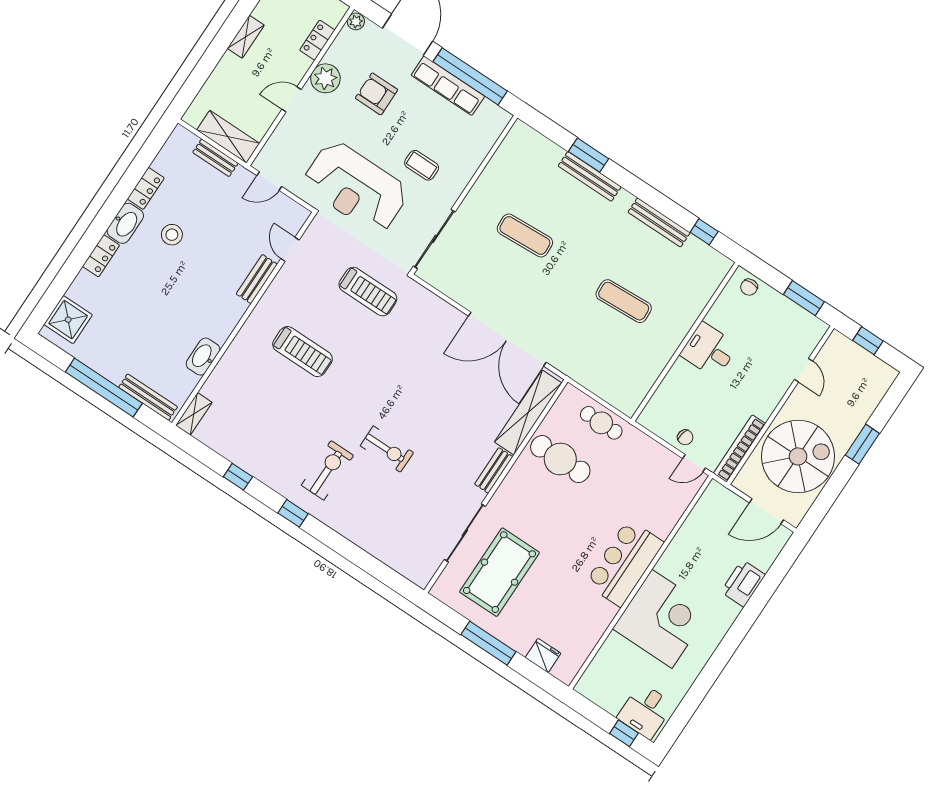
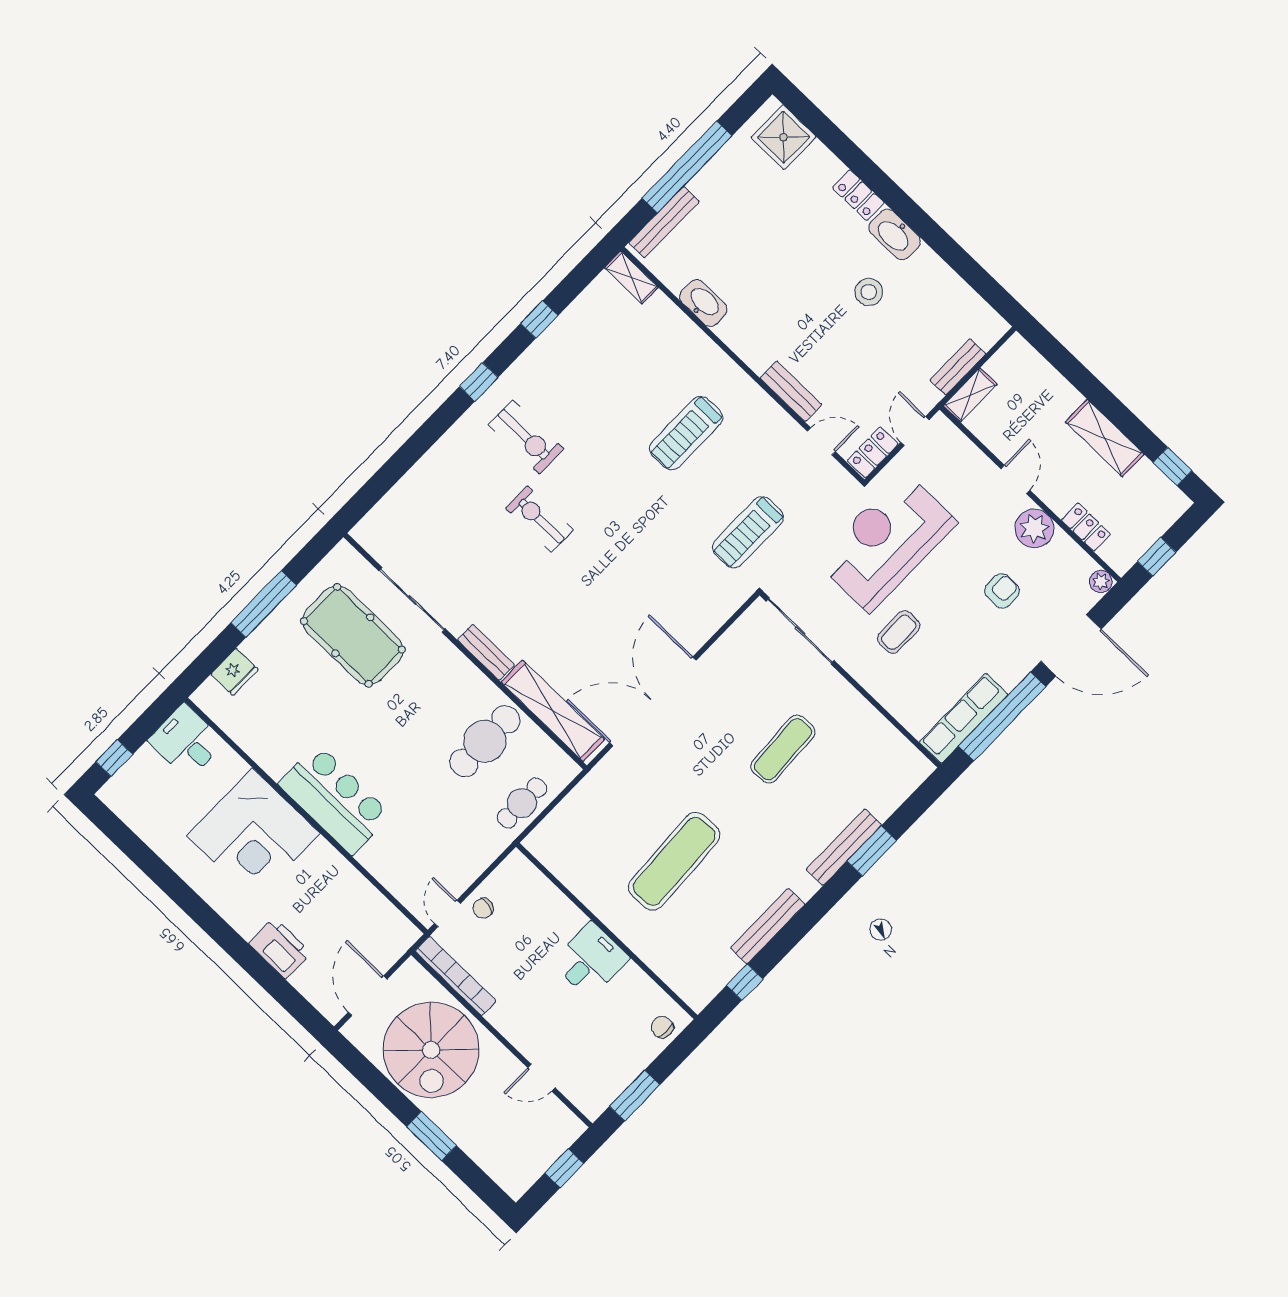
shelving: (246, 37) -> (1105, 438), width x1.50, depth x1.33
row of seats: (448, 86) -> (964, 718), moved
armchair: (377, 94) -> (1002, 591), width x0.72, depth x0.72
shelving: (228, 137) -> (970, 395), width x0.67, depth x0.75
locker: (146, 188) -> (873, 452), moved, turned 90
exercise mat: (624, 301) -> (674, 861), width x1.36, depth x1.45
exercise bike: (387, 449) -> (539, 519), turned 90
desk: (645, 711) -> (186, 741), moved

